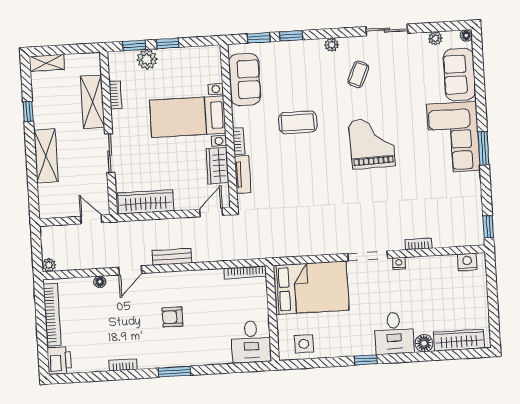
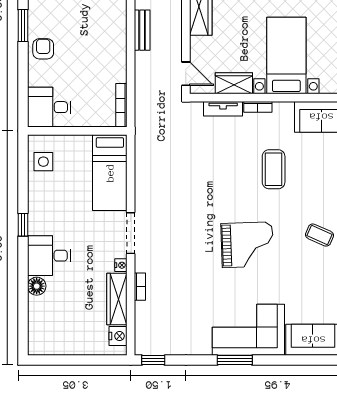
bed: (311, 288) -> (110, 173), width x0.67
armchair: (172, 317) -> (43, 49), moved
wardrobe: (459, 340) -> (117, 299), moved, turned 180

